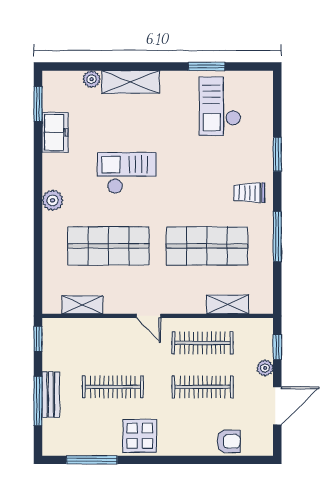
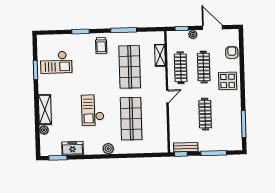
shelving: (82, 305) -> (162, 131), removed
bench: (51, 395) -> (186, 147), moved
display table: (140, 436) -> (228, 81), moved

